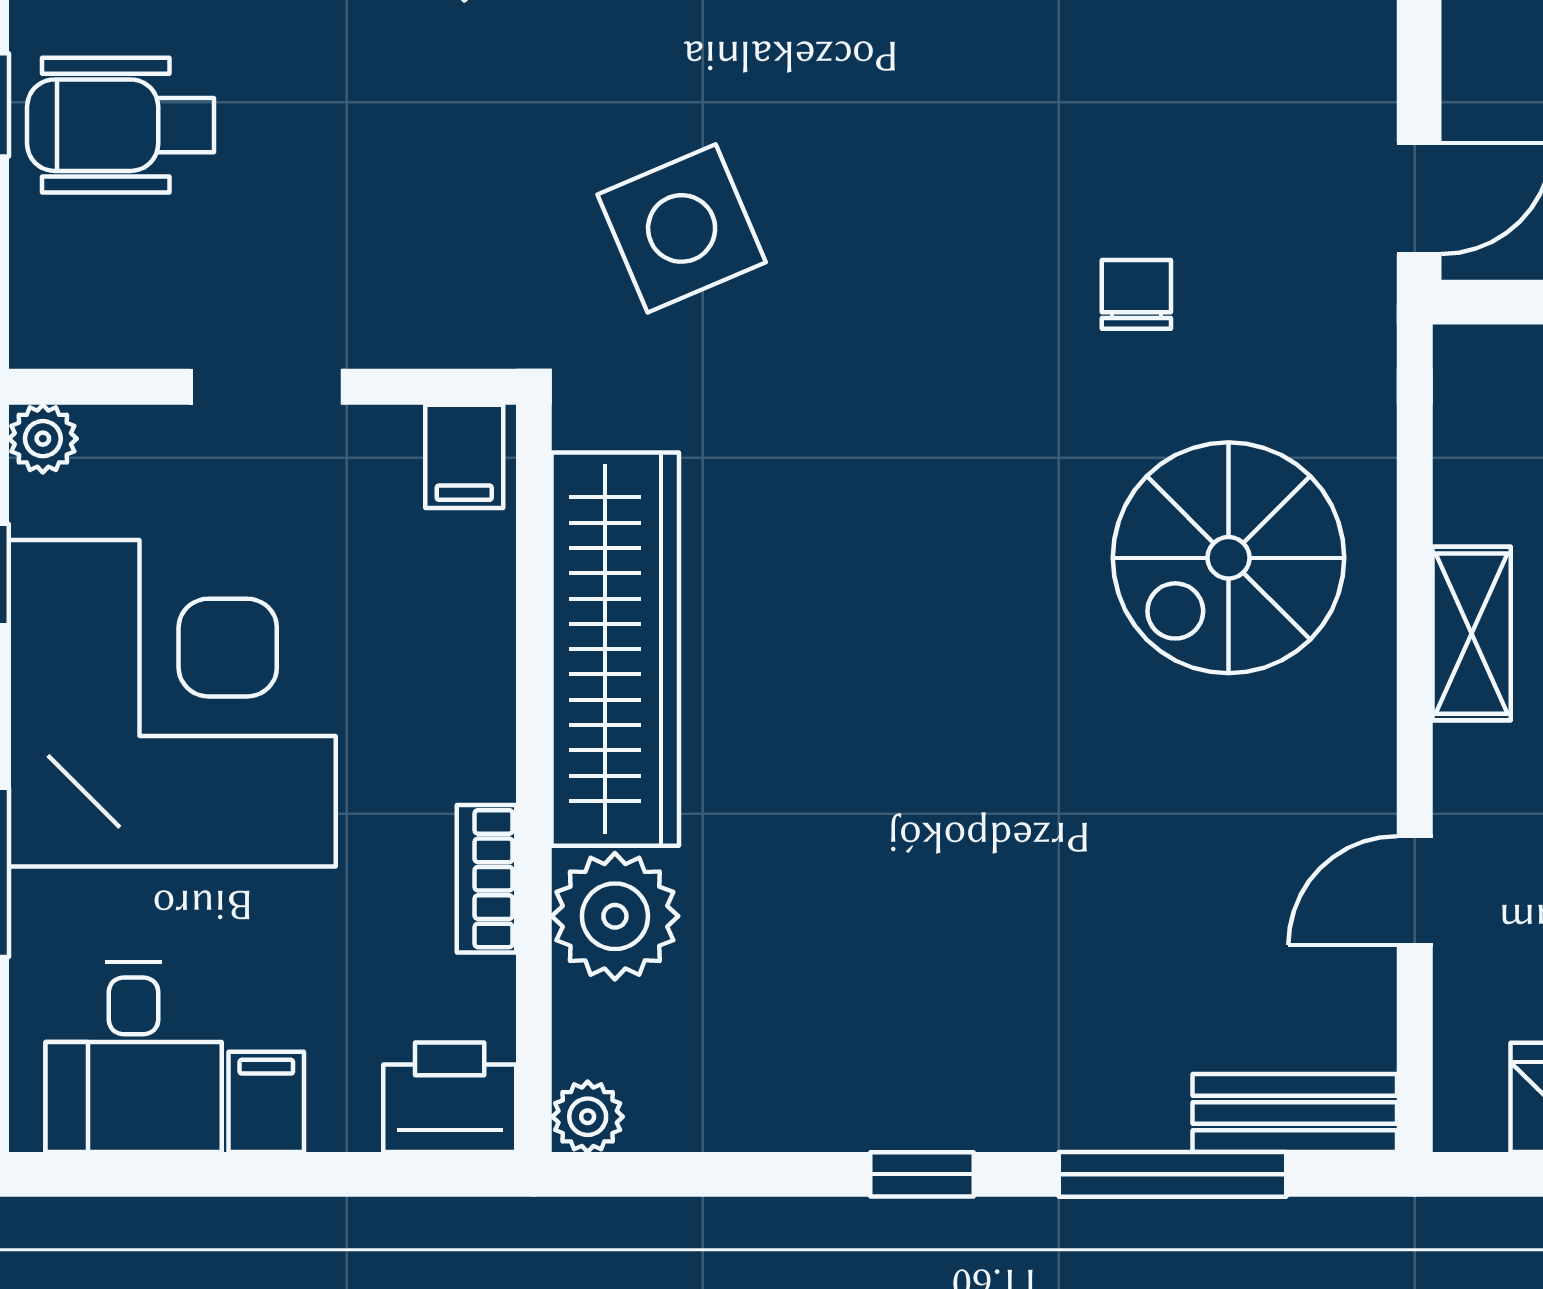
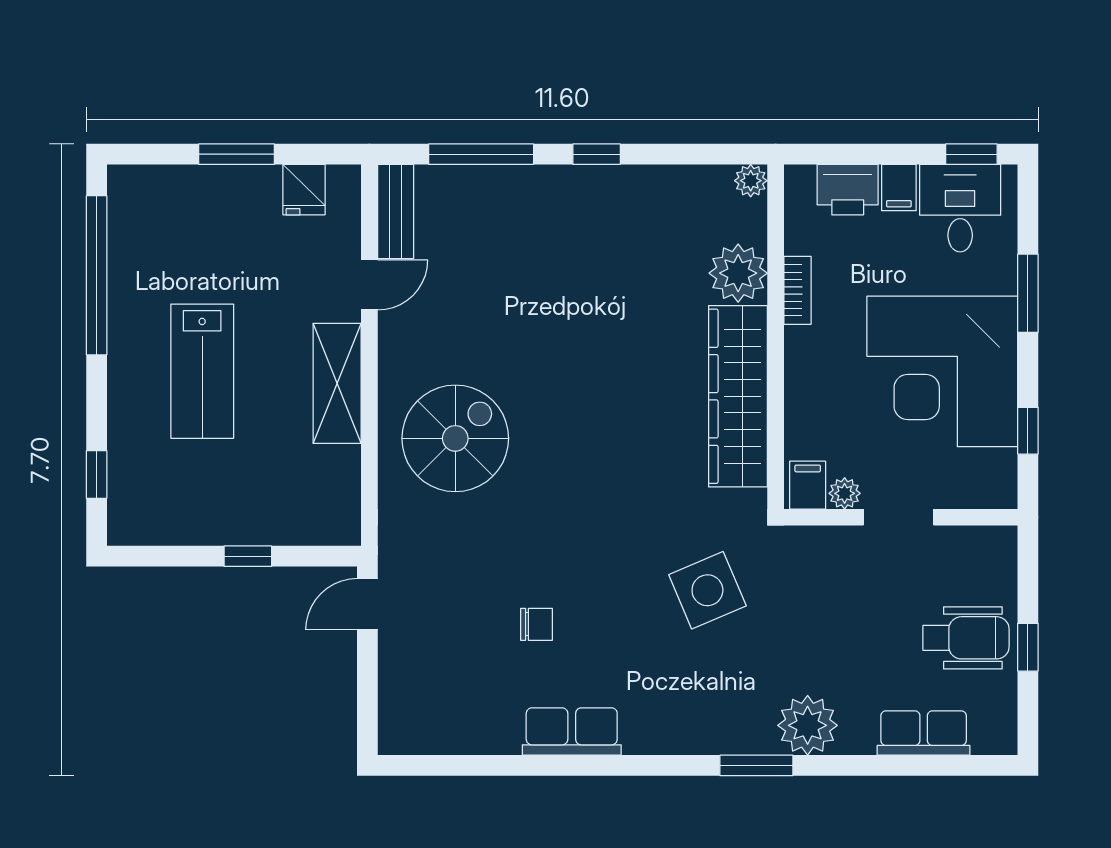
chair: (1136, 294) -> (537, 624), moved, turned -90
plant: (43, 439) -> (845, 493), moved
shelving: (1472, 634) -> (337, 383), width x1.50, depth x1.33
printer: (450, 1097) -> (848, 190), moved
bench: (1295, 1113) -> (396, 212), moved, turned 90
window: (109, 1174) -> (971, 154), added

